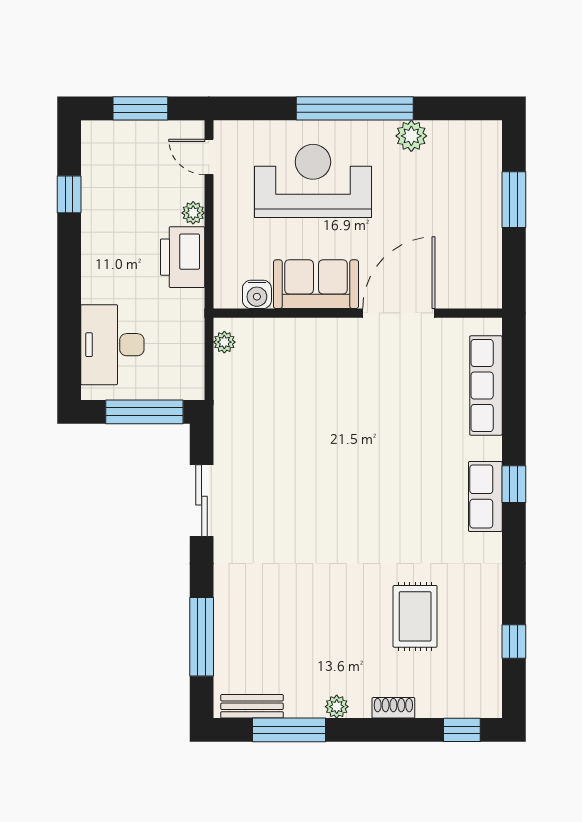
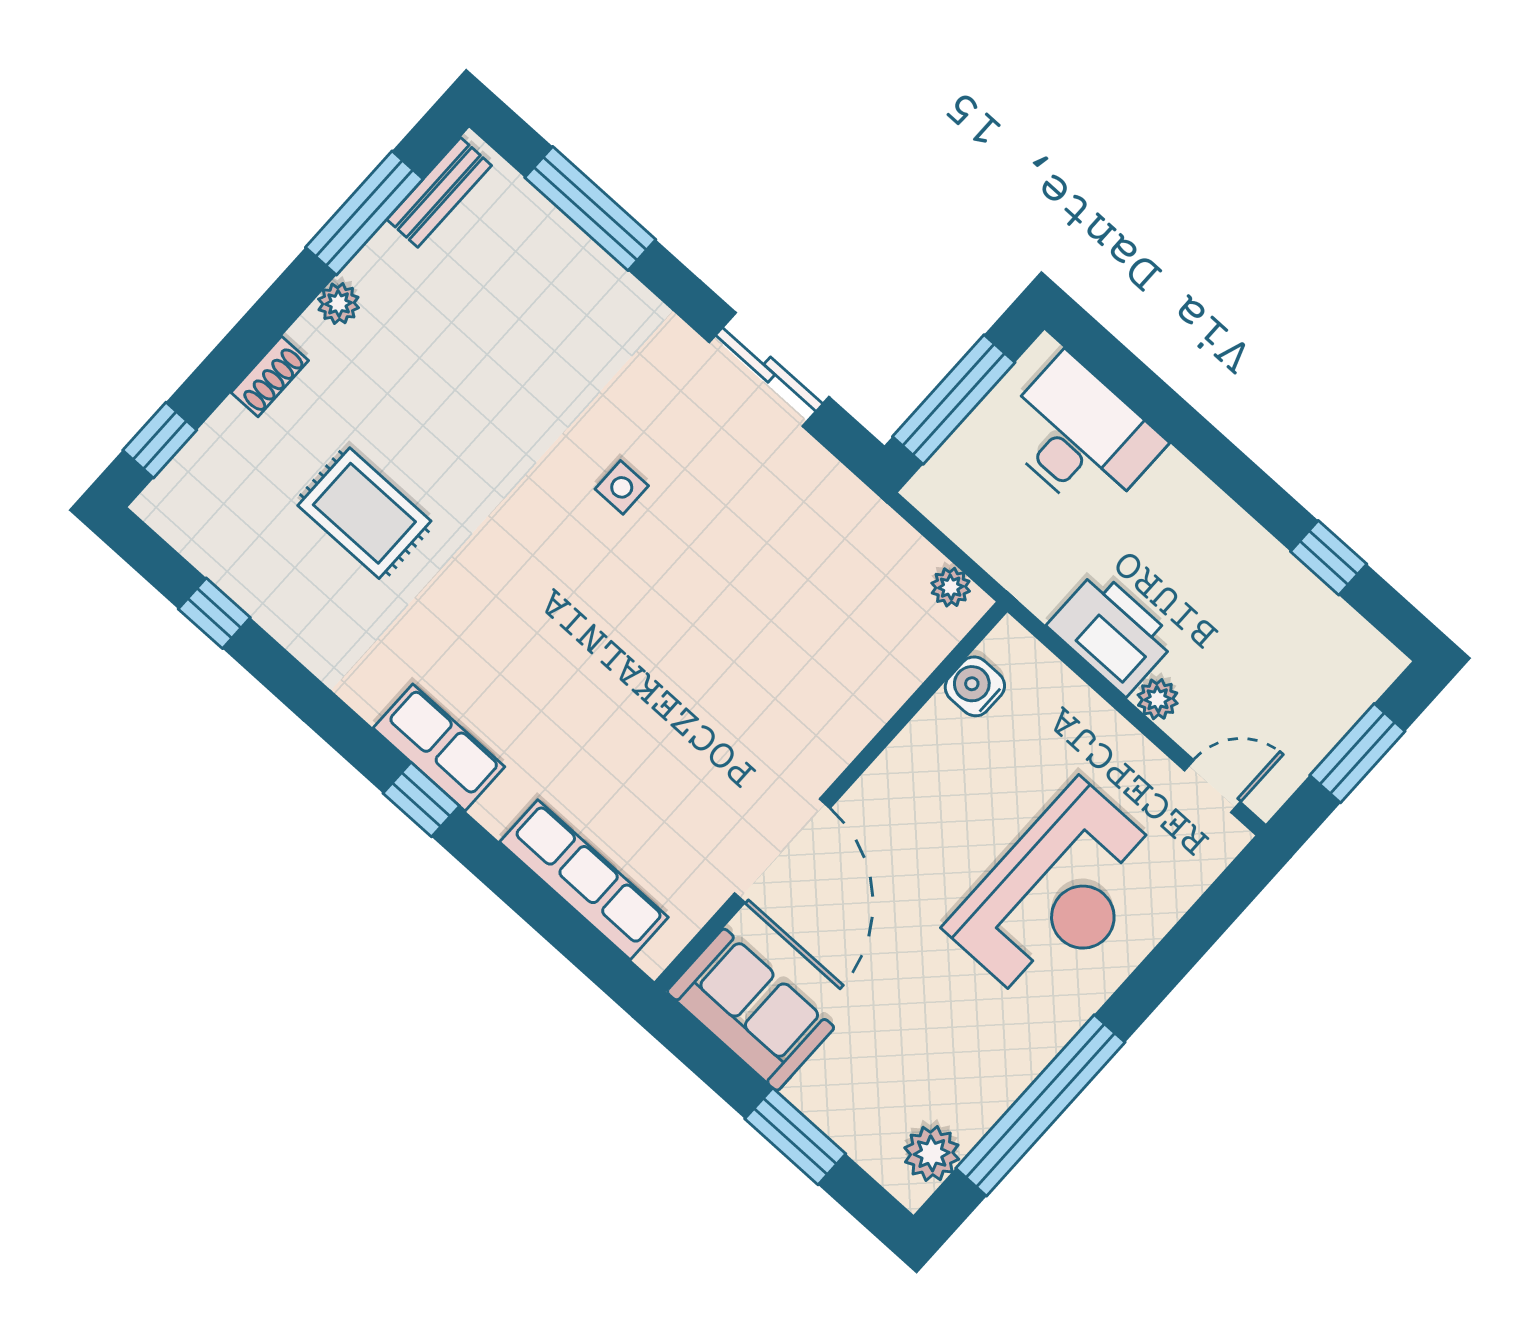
window: (355, 108) -> (1040, 1105), moved
plant: (411, 136) -> (932, 1153), moved
sofa: (316, 284) -> (751, 1010), moved, turned -90
side table: (307, 518) -> (622, 487), added

